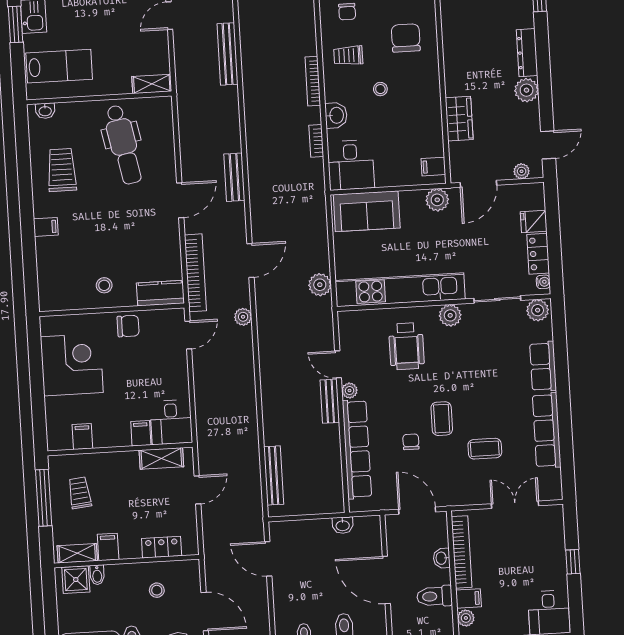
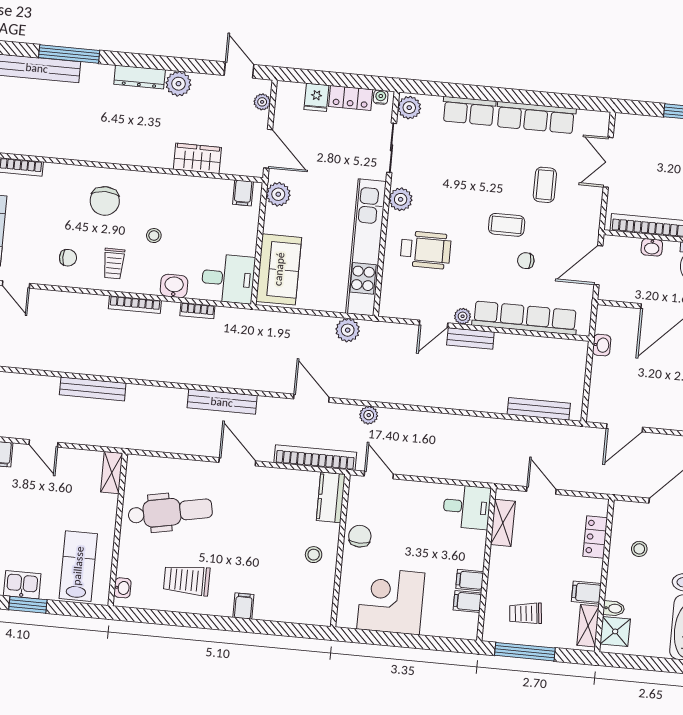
chair: (406, 38) -> (105, 201), turned -90
bench: (234, 177) -> (222, 402), width x1.36
filing cabinet: (141, 433) -> (470, 580), moved

